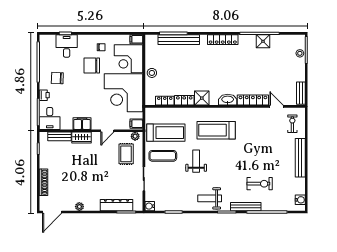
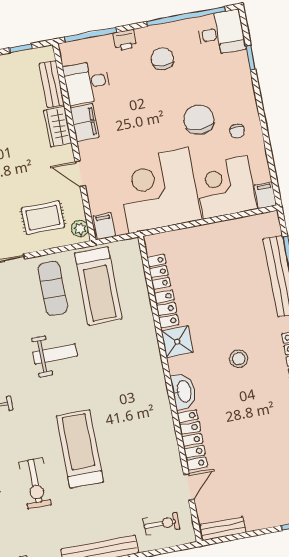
desk: (67, 46) -> (221, 33), moved
stool: (152, 73) -> (239, 359), moved
desk: (50, 118) -> (87, 83), moved
treadmill: (216, 130) -> (80, 449), moved

